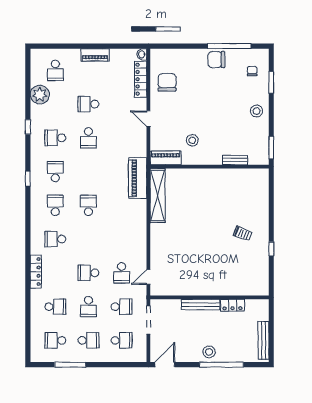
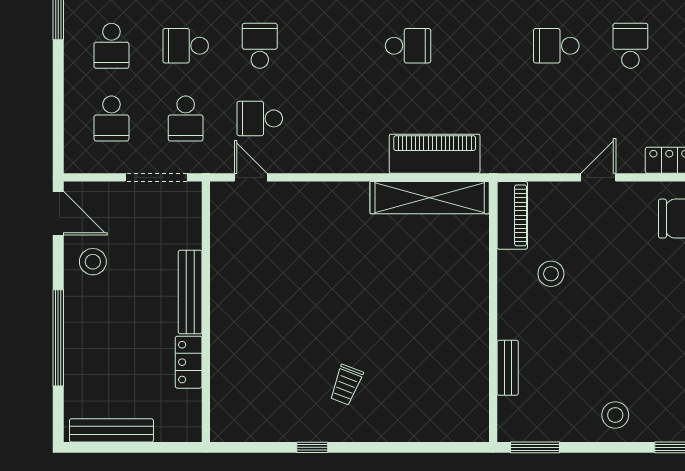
piano: (138, 178) -> (435, 154), moved
stool: (209, 352) -> (93, 262), moved

